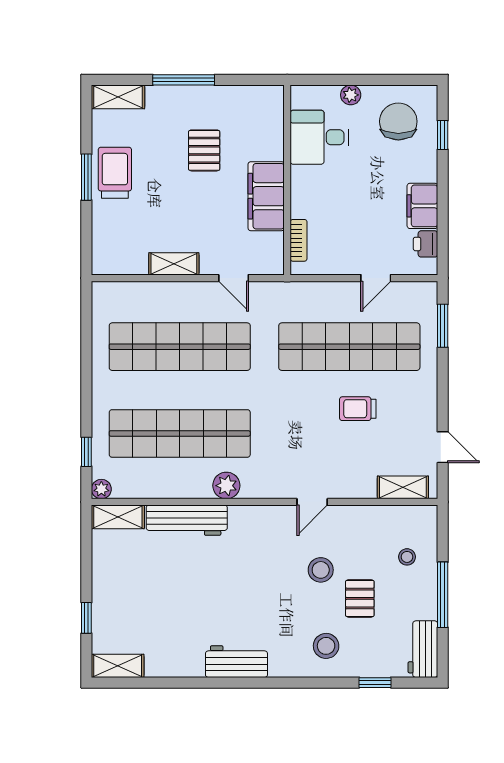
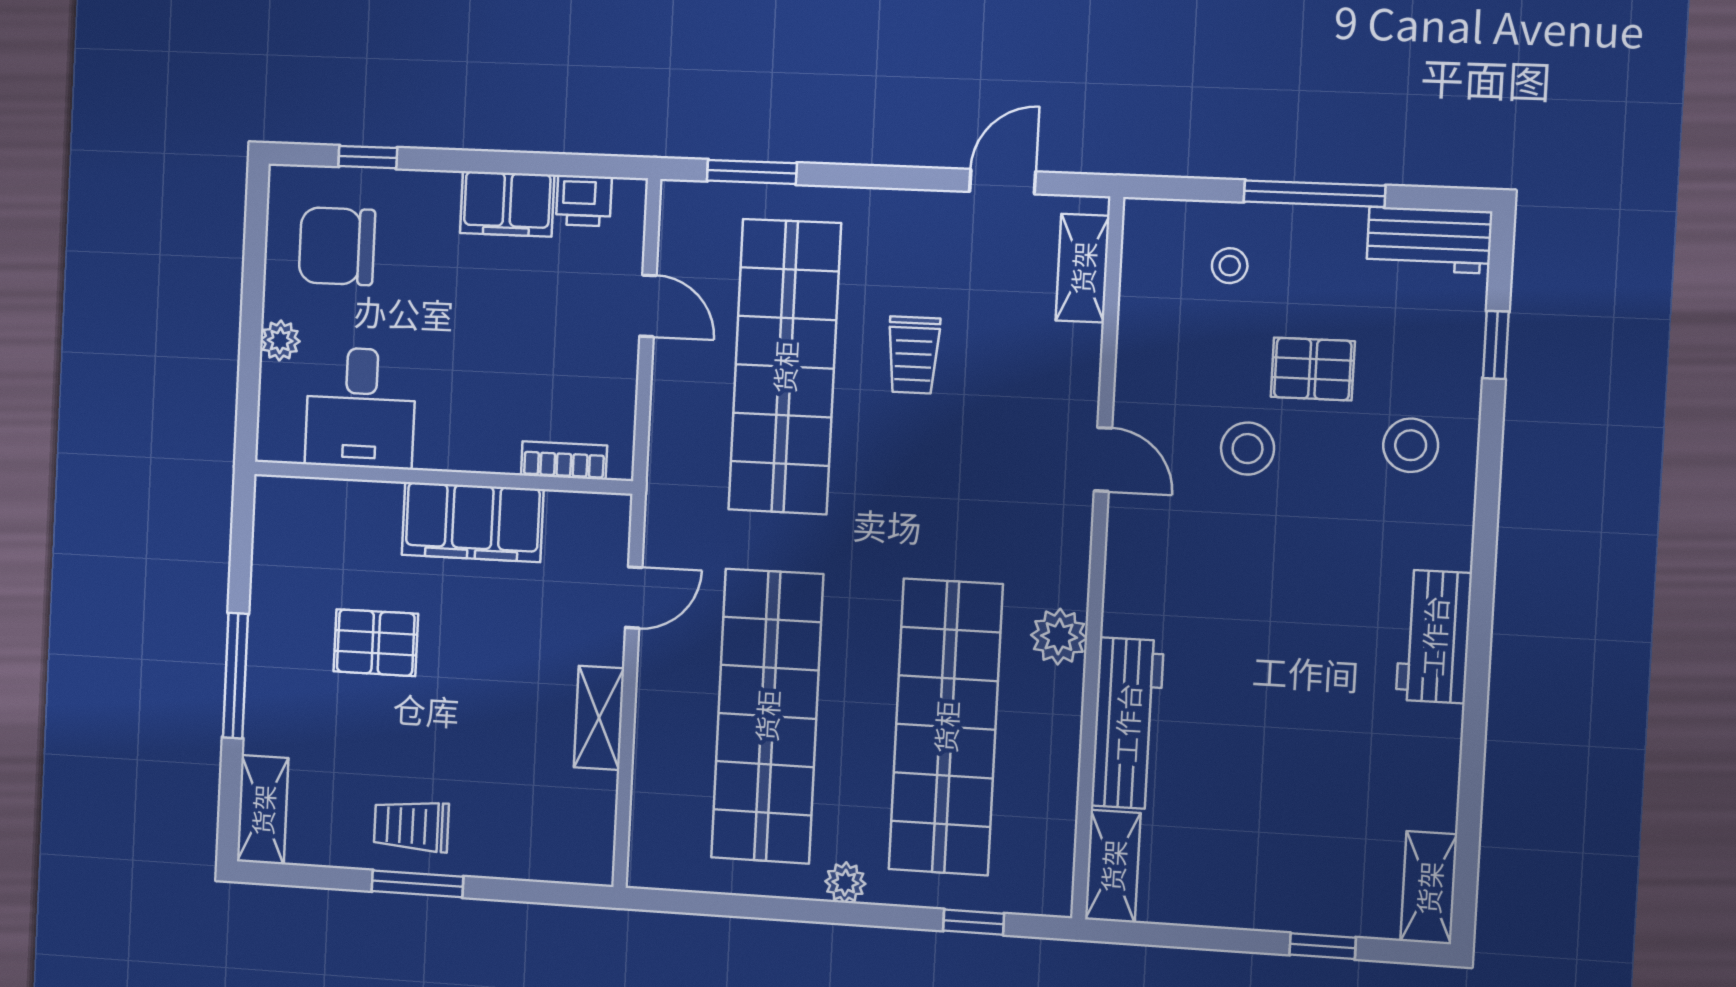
trolley: (115, 173) -> (411, 826), width x0.73, depth x0.72
plant: (101, 489) -> (845, 883), moved

